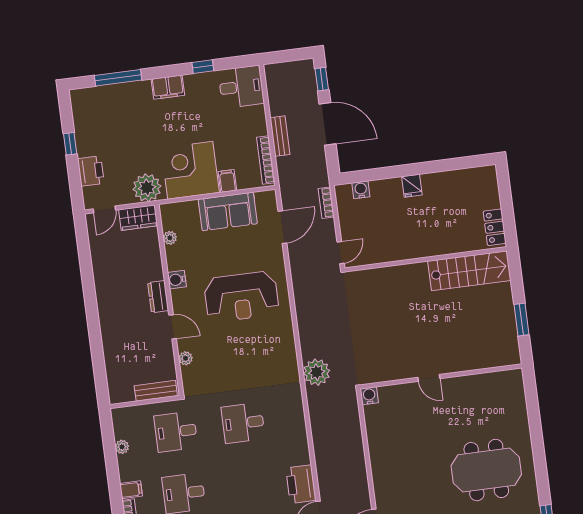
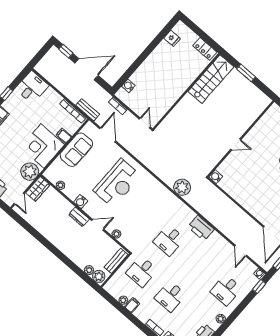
bench: (280, 136) -> (88, 110), moved
fridge: (412, 186) -> (172, 38), moved
window: (521, 320) -> (246, 73), moved
plant: (113, 373) -> (89, 270), added
plant: (118, 391) -> (99, 276), added
printer: (301, 484) -> (201, 228), moved
filing cabinet: (131, 490) -> (132, 305), moved

